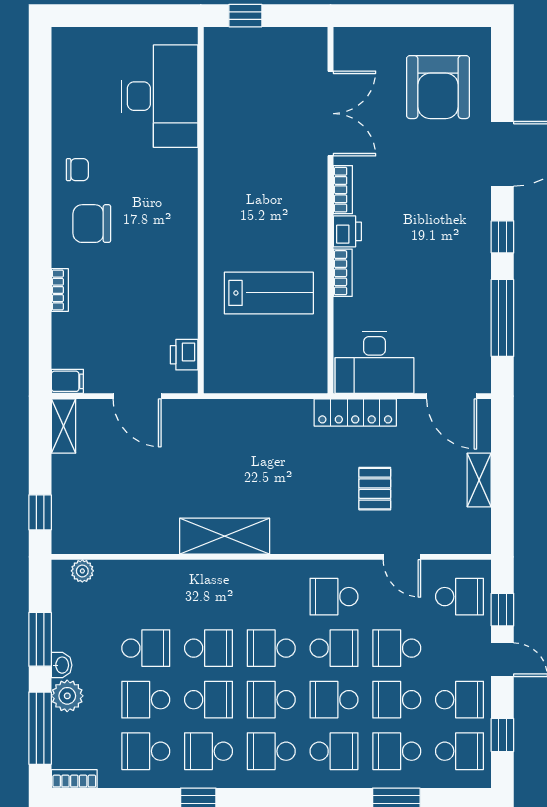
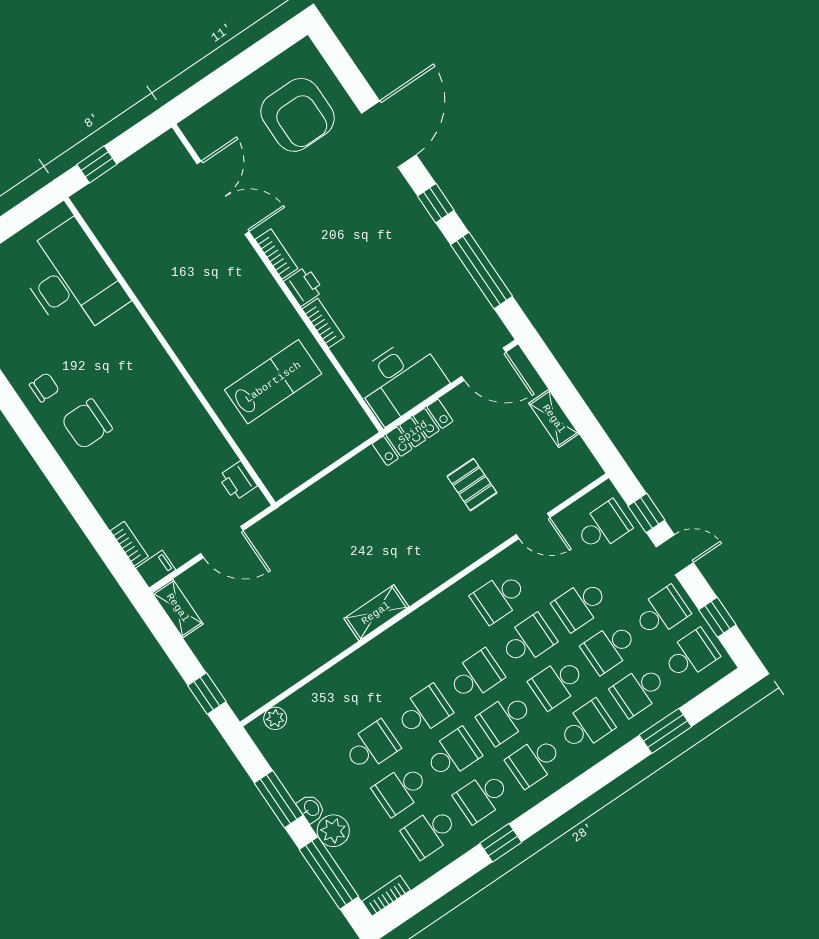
bookcase: (60, 290) -> (129, 544), moved
shelving: (225, 536) -> (376, 613), width x0.67, depth x0.75
school desk: (271, 648) -> (476, 676), turned 180

